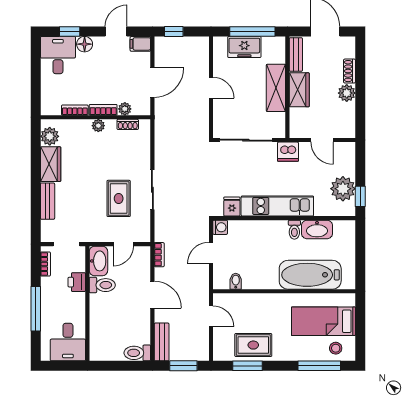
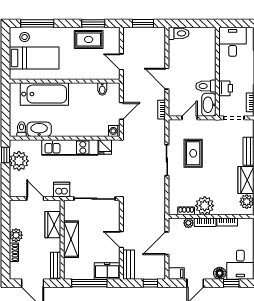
freezer: (244, 47) -> (107, 271), moved
wardrobe: (299, 90) -> (53, 225), moved
plant: (98, 126) -> (205, 206), width x1.88, depth x1.88
toilet: (294, 230) -> (22, 129), moved
bench: (162, 342) -> (129, 265), moved

